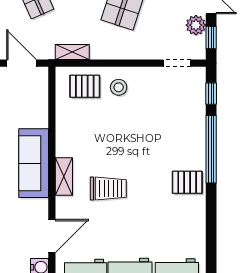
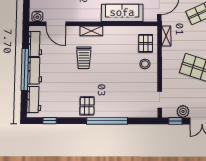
window: (211, 94) -> (50, 121), moved
sofa: (34, 163) -> (122, 13), moved

